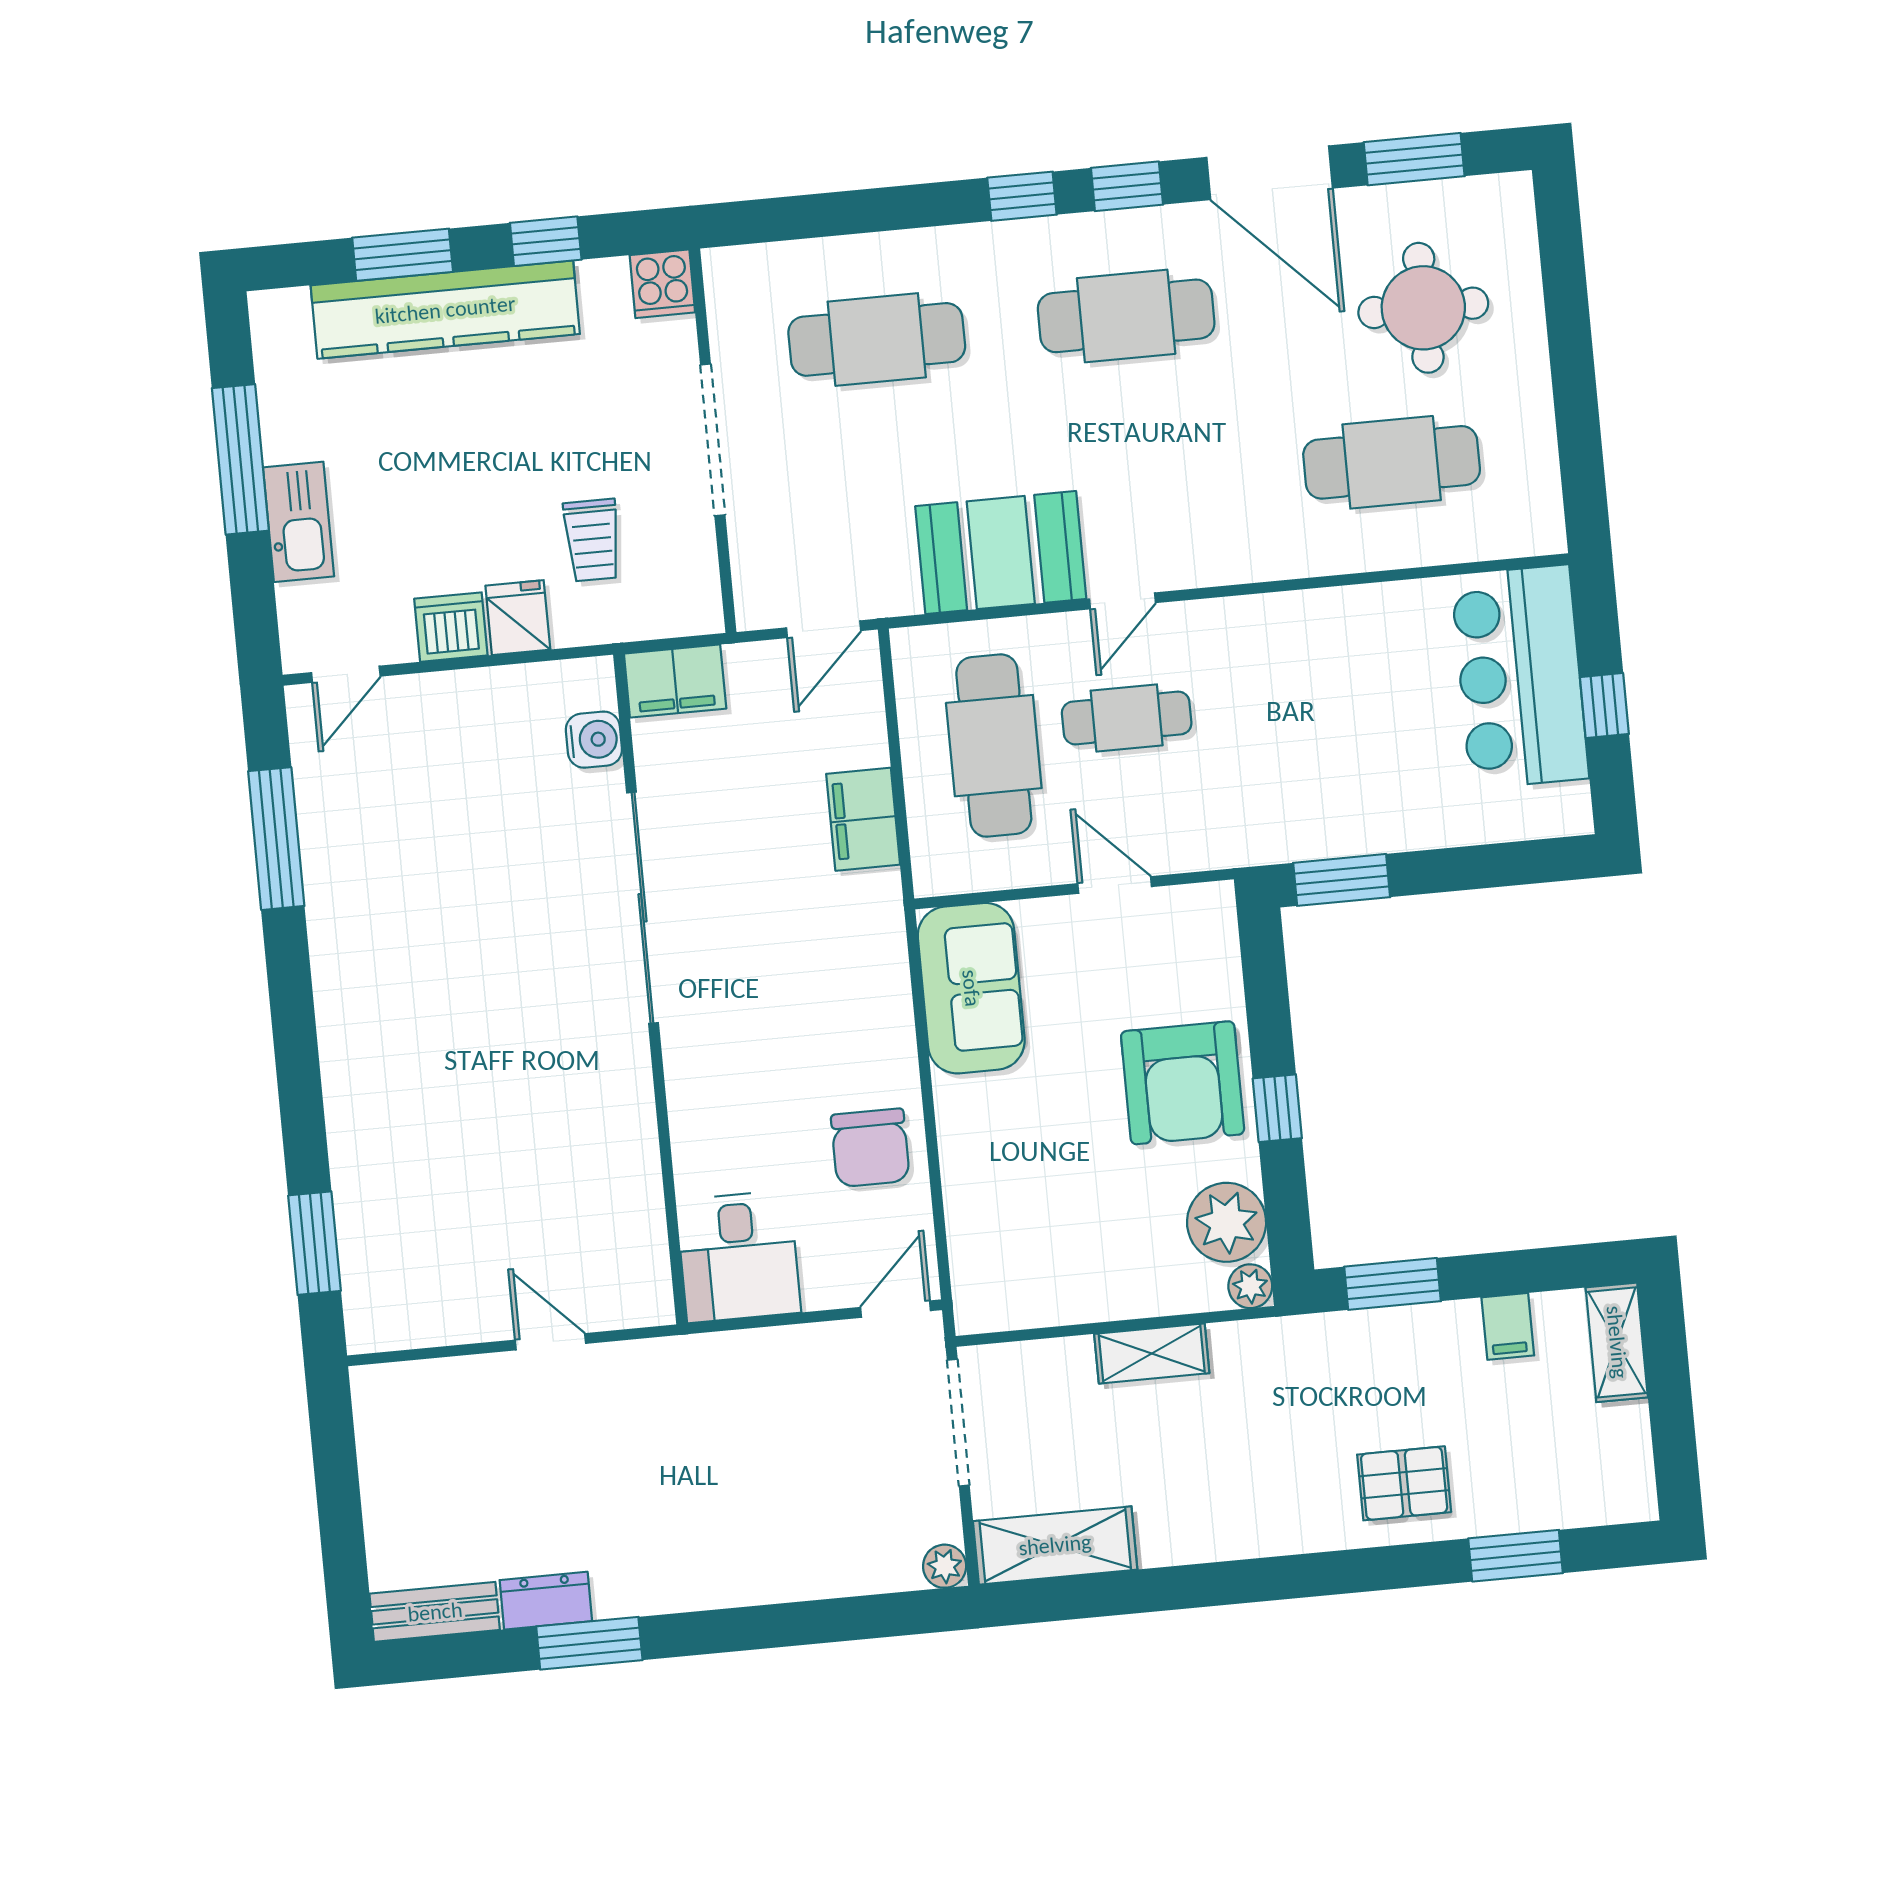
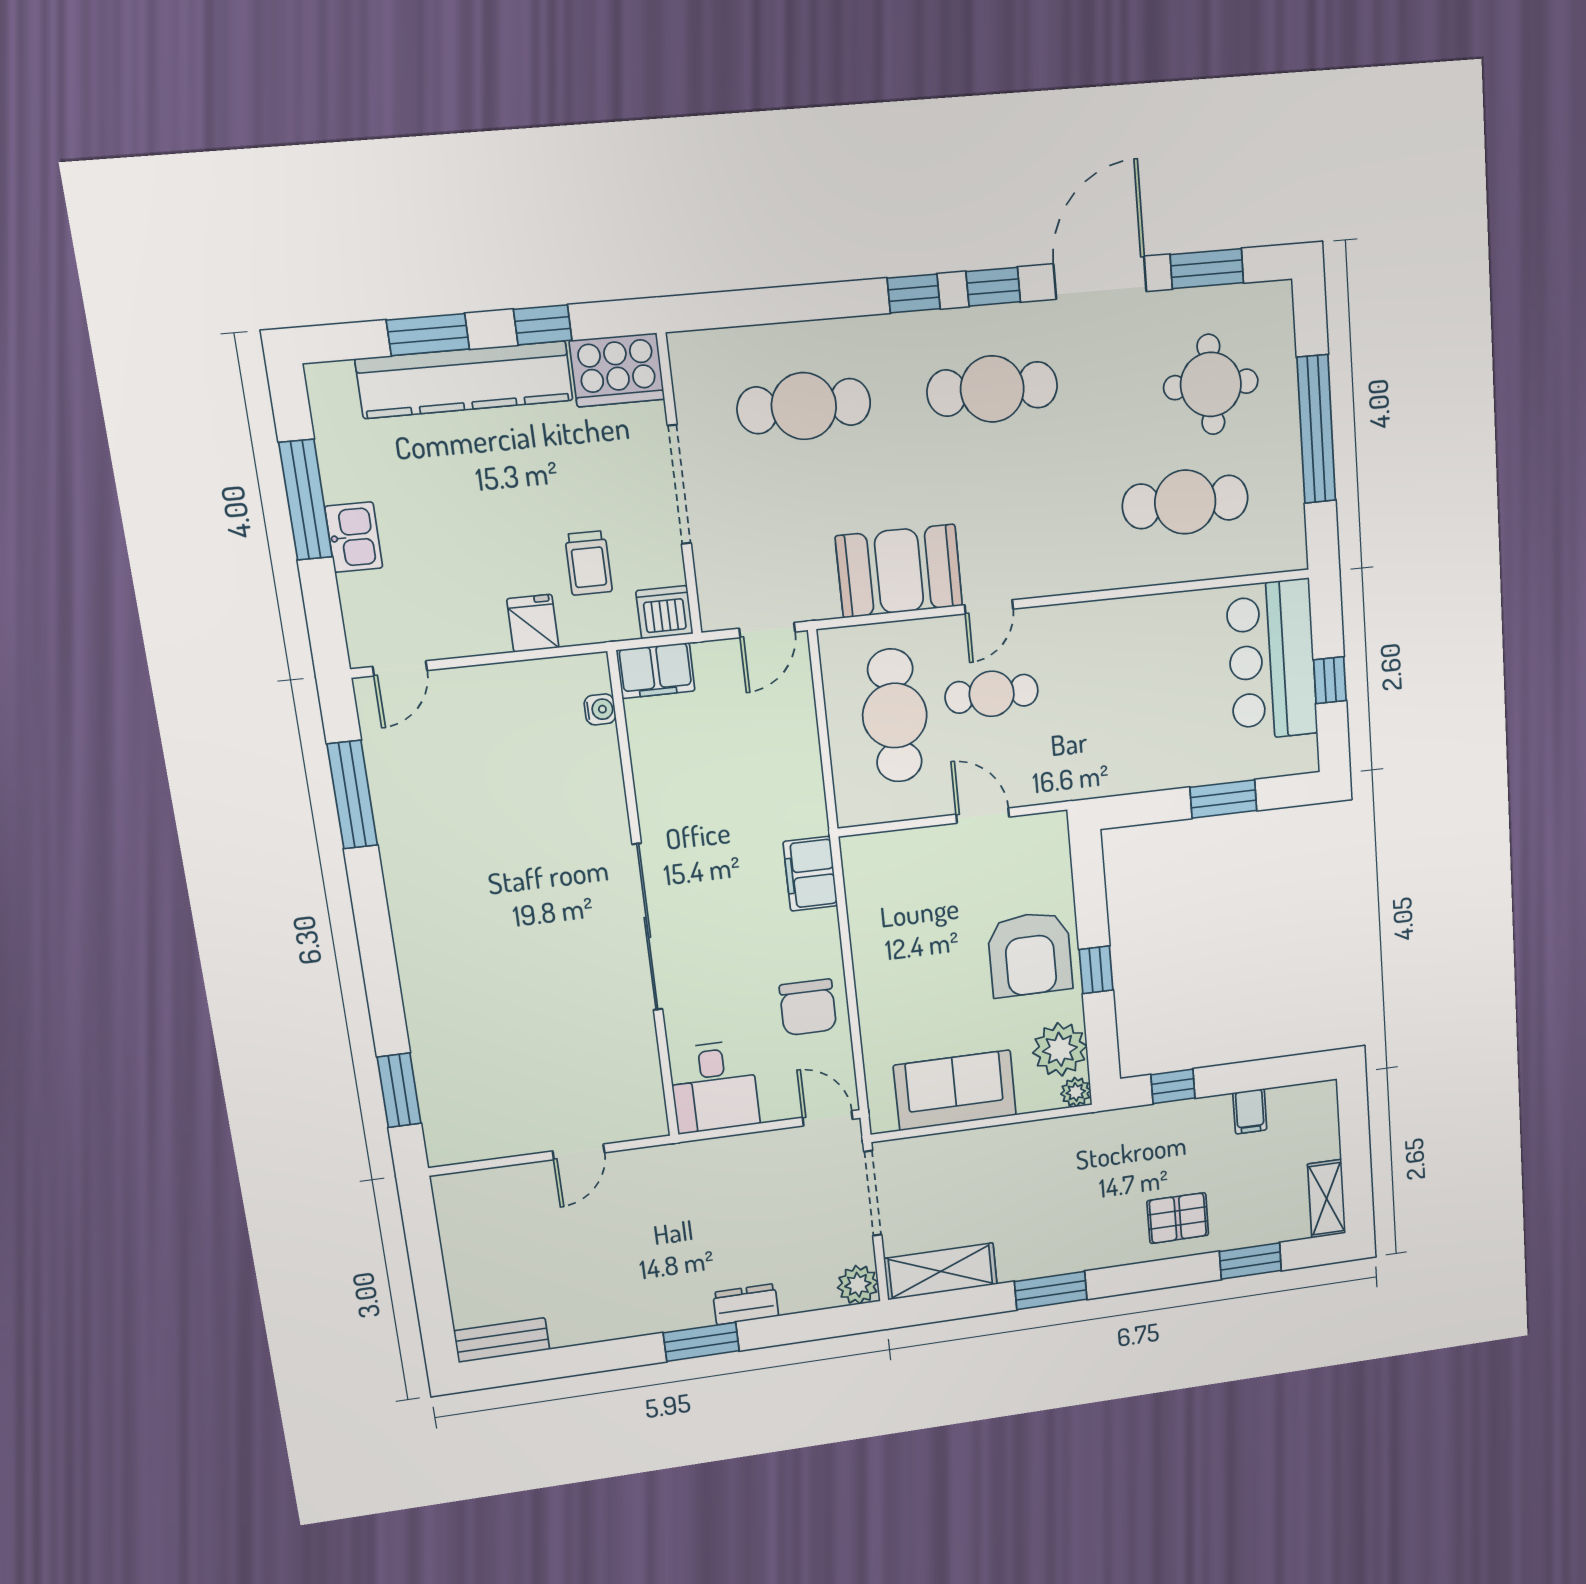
door: (1270, 173) -> (1100, 278), swing flipped
cooker: (662, 284) -> (617, 370), width x1.87, depth x1.31
window: (1572, 366) -> (1316, 429), added
kitchen sink: (299, 522) -> (354, 537), width x0.73
dishwasher: (451, 627) -> (664, 612), moved
water cooler: (594, 740) -> (600, 709), width x0.72, depth x0.72
filing cabinet: (863, 819) -> (810, 874), moved
window: (1342, 880) -> (1223, 799), moved
sliding door: (642, 908) -> (647, 927), moved
sofa: (971, 988) -> (955, 1090), moved, turned -90
window: (1393, 1284) -> (1173, 1086), width x0.67
door: (896, 1309) -> (828, 1118), hinge flipped
door: (550, 1342) -> (579, 1152), swing flipped
shelving: (1617, 1342) -> (1327, 1199), moved
shelving: (1152, 1354) -> (1007, 1140), removed
plant: (945, 1566) -> (858, 1285), width x1.38, depth x1.38
window: (1217, 1584) -> (1051, 1290), added
dresser: (546, 1601) -> (746, 1304), moved
window: (589, 1643) -> (701, 1342), moved

